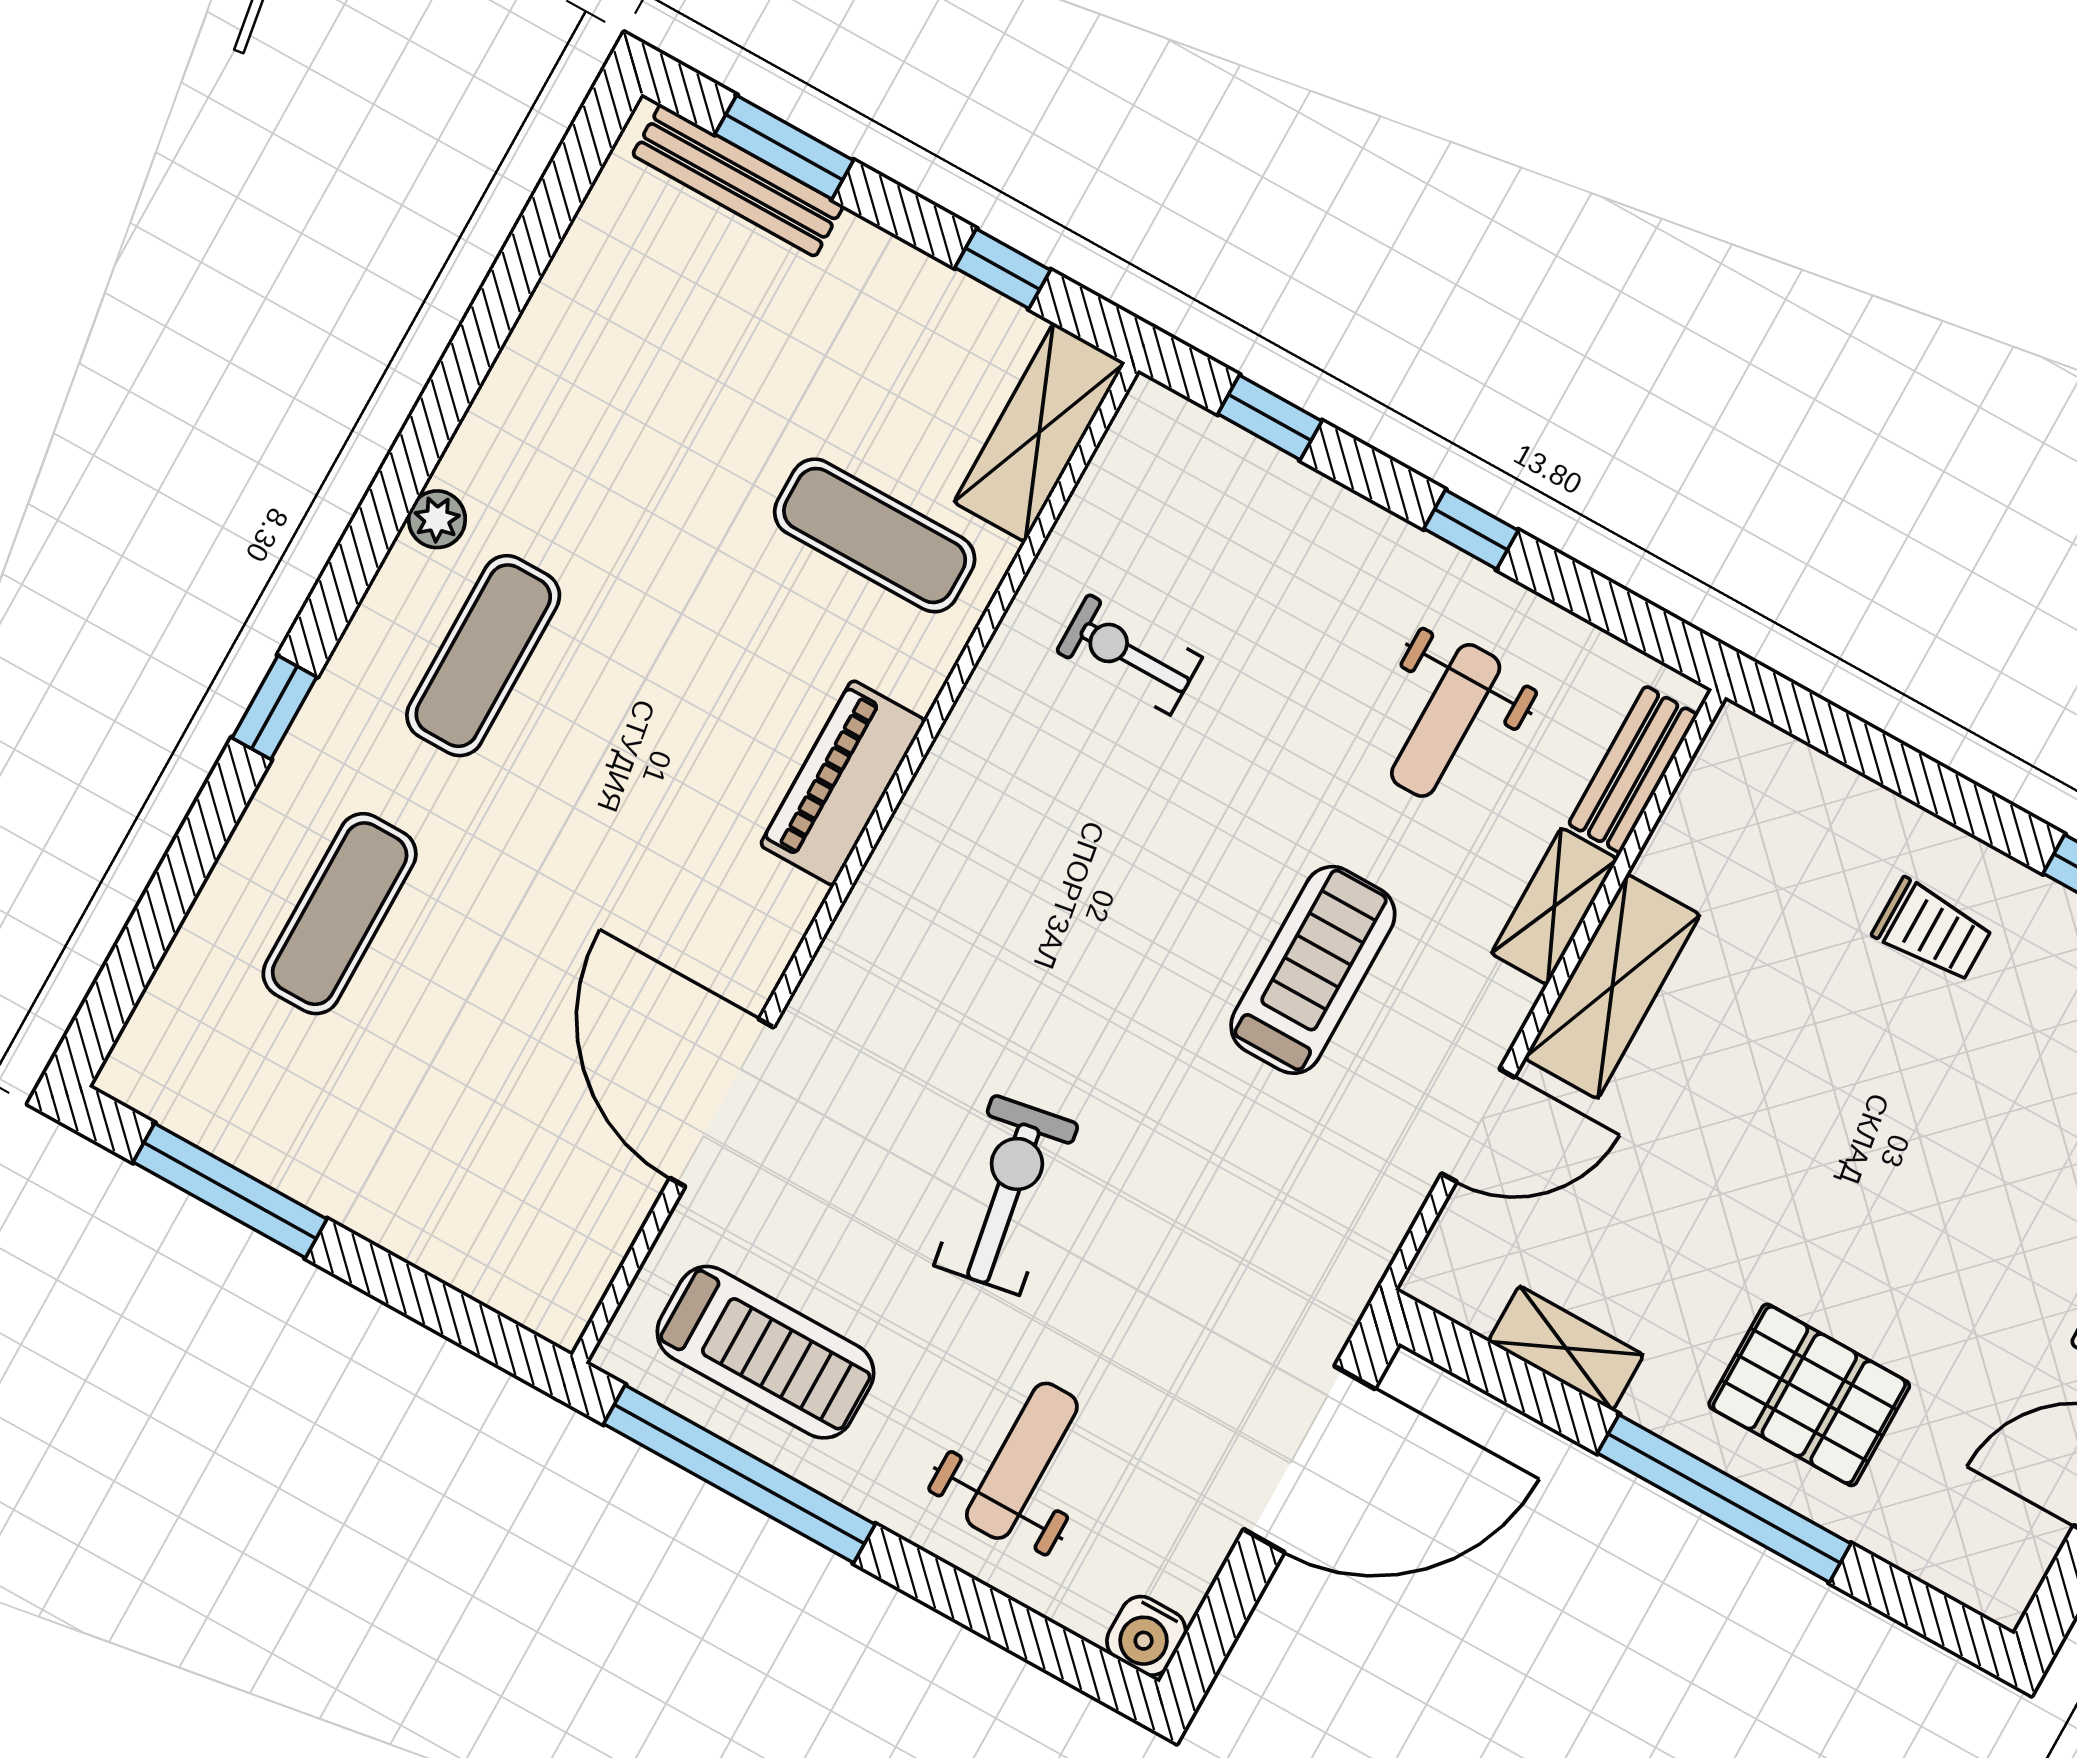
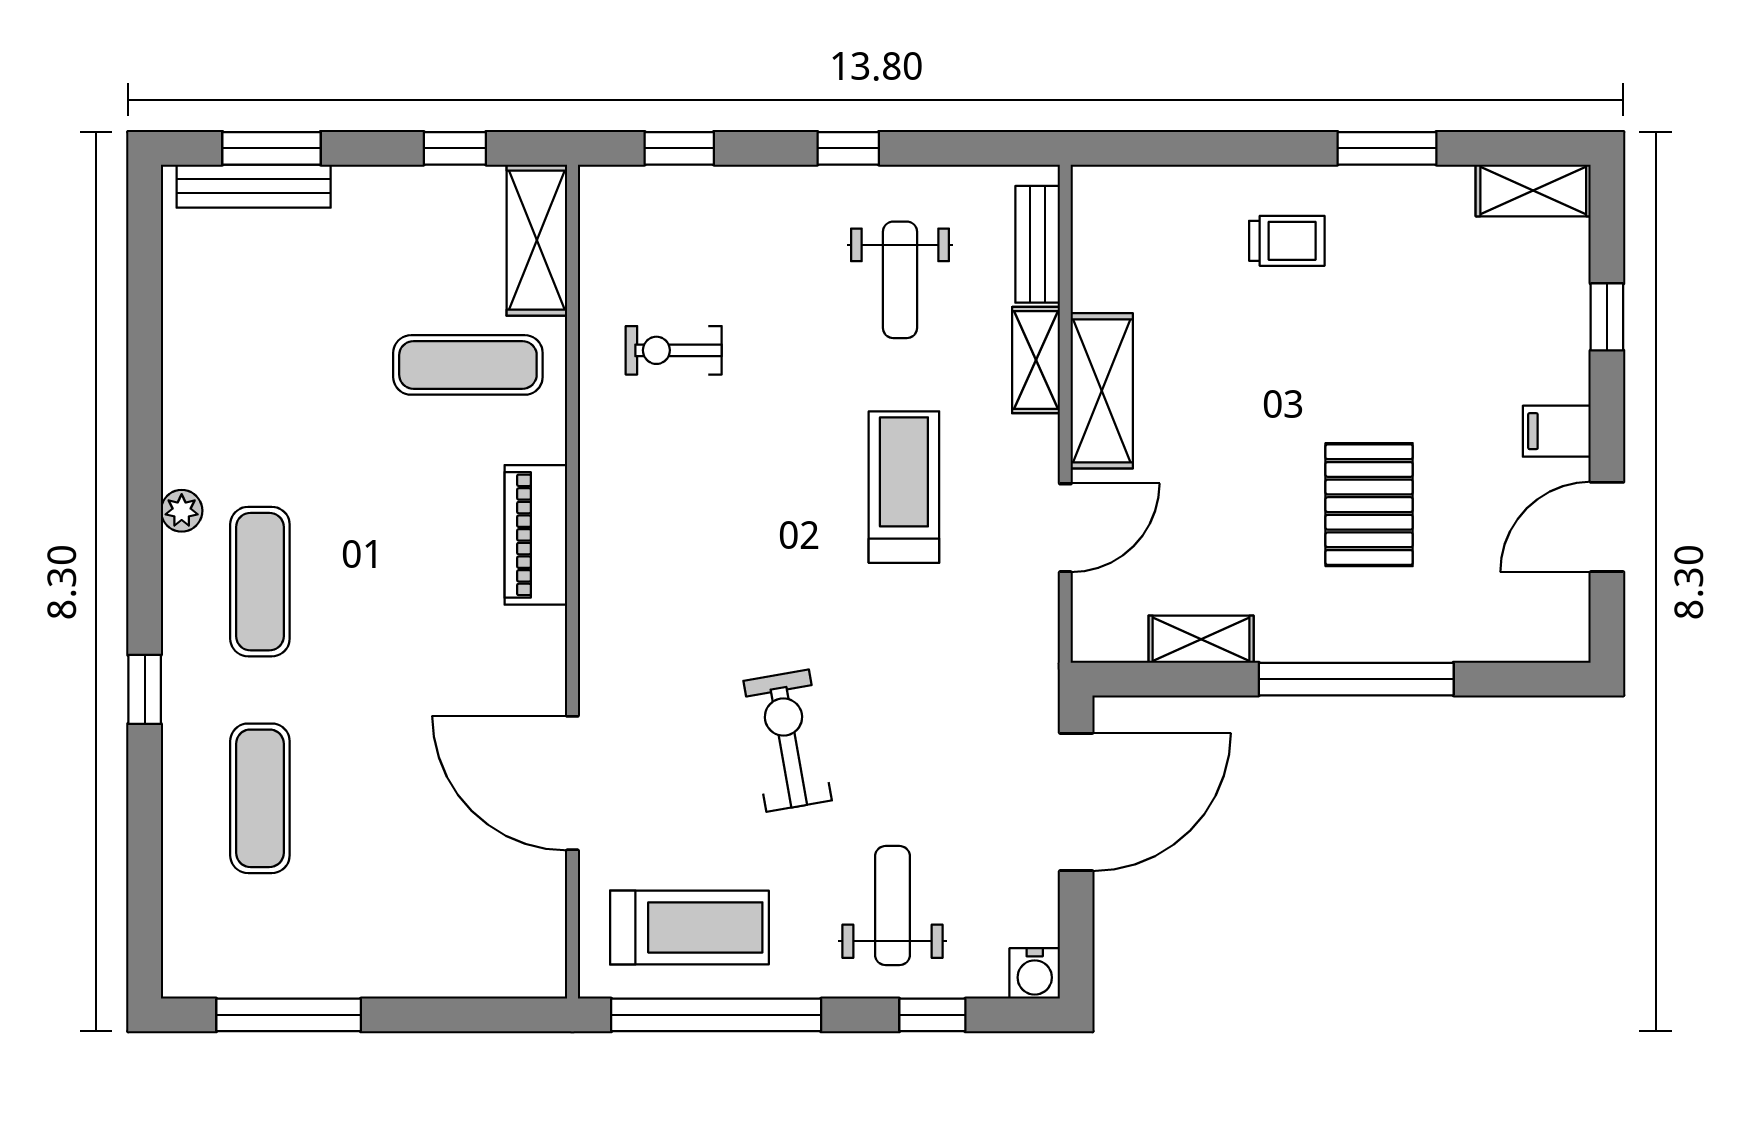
pallet: (1809, 1395) -> (1369, 505), moved, turned 90
window: (997, 1617) -> (932, 1015), added

